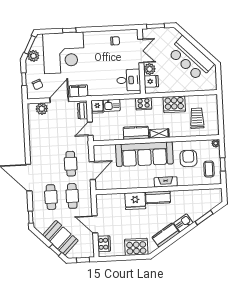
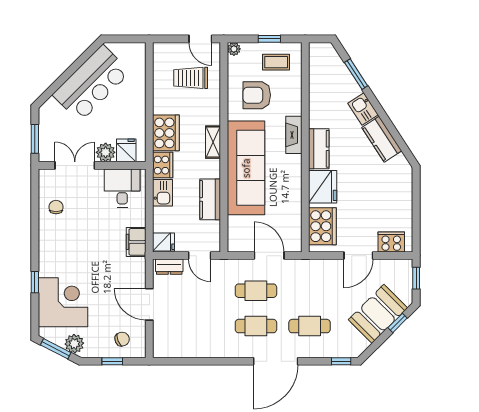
corner desk: (64, 53) -> (63, 302), width x0.74, depth x0.74
filing cabinet: (79, 91) -> (136, 242), moved
cooker: (174, 104) -> (166, 133), moved
kitchen sink: (112, 105) -> (162, 193), moved
plant: (42, 109) -> (163, 334), removed
door: (221, 123) -> (200, 39), added
kitchen counter: (136, 133) -> (210, 199), moved
cafe table: (72, 196) -> (256, 326), moved
cooker: (136, 247) -> (322, 226), moved, turned 180

